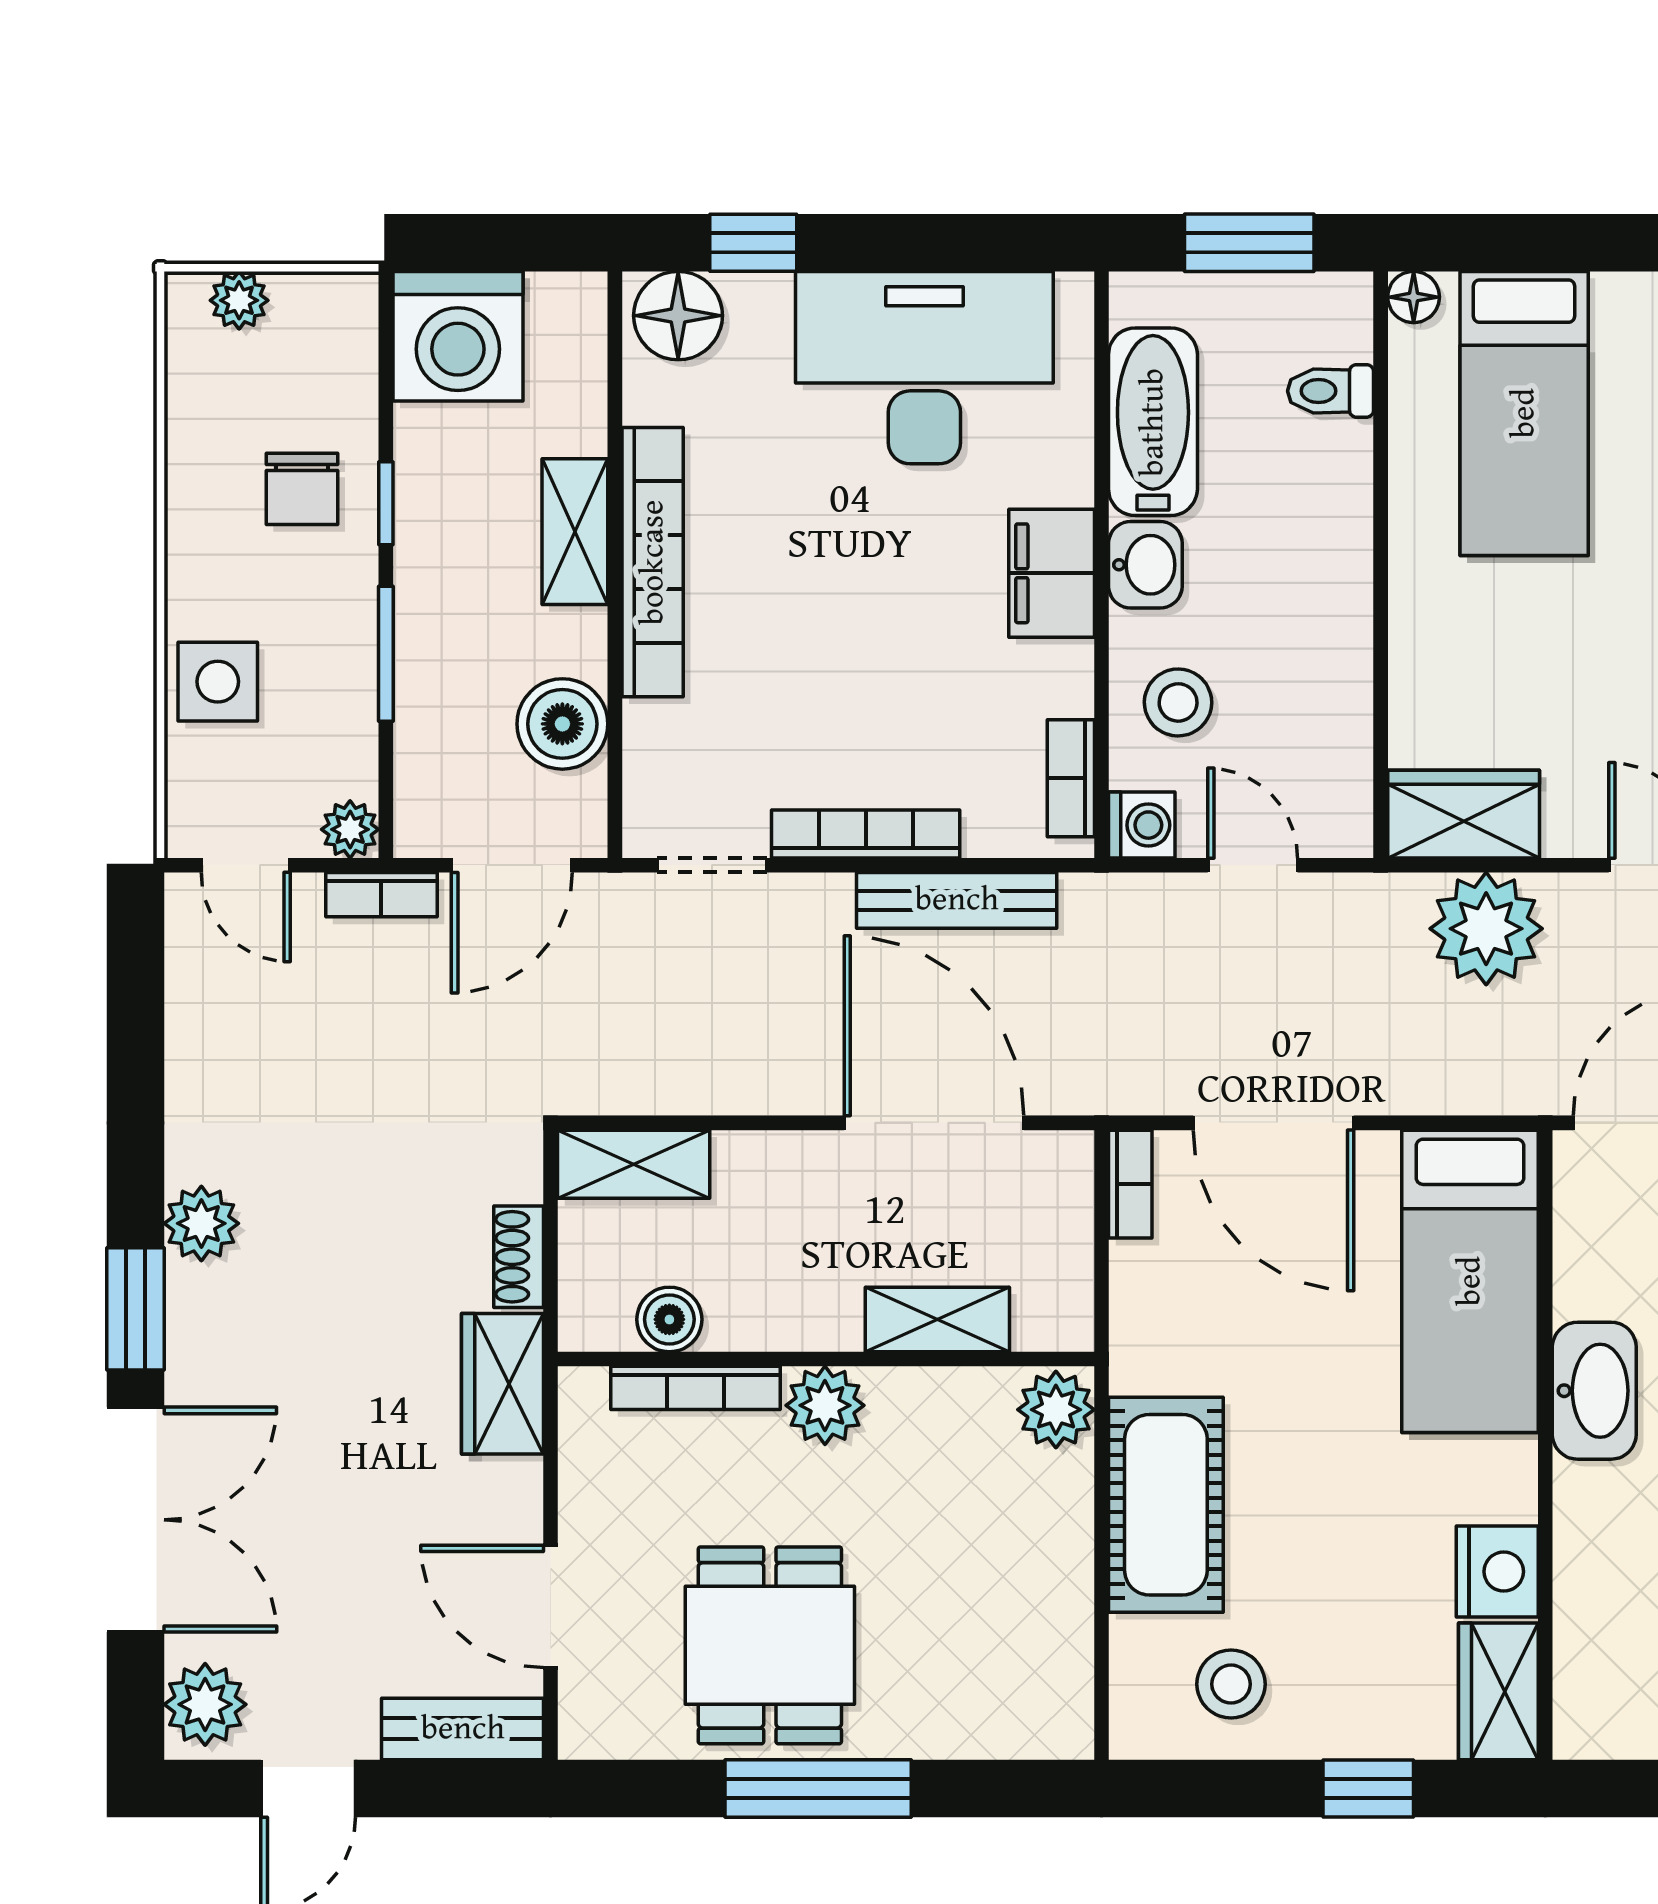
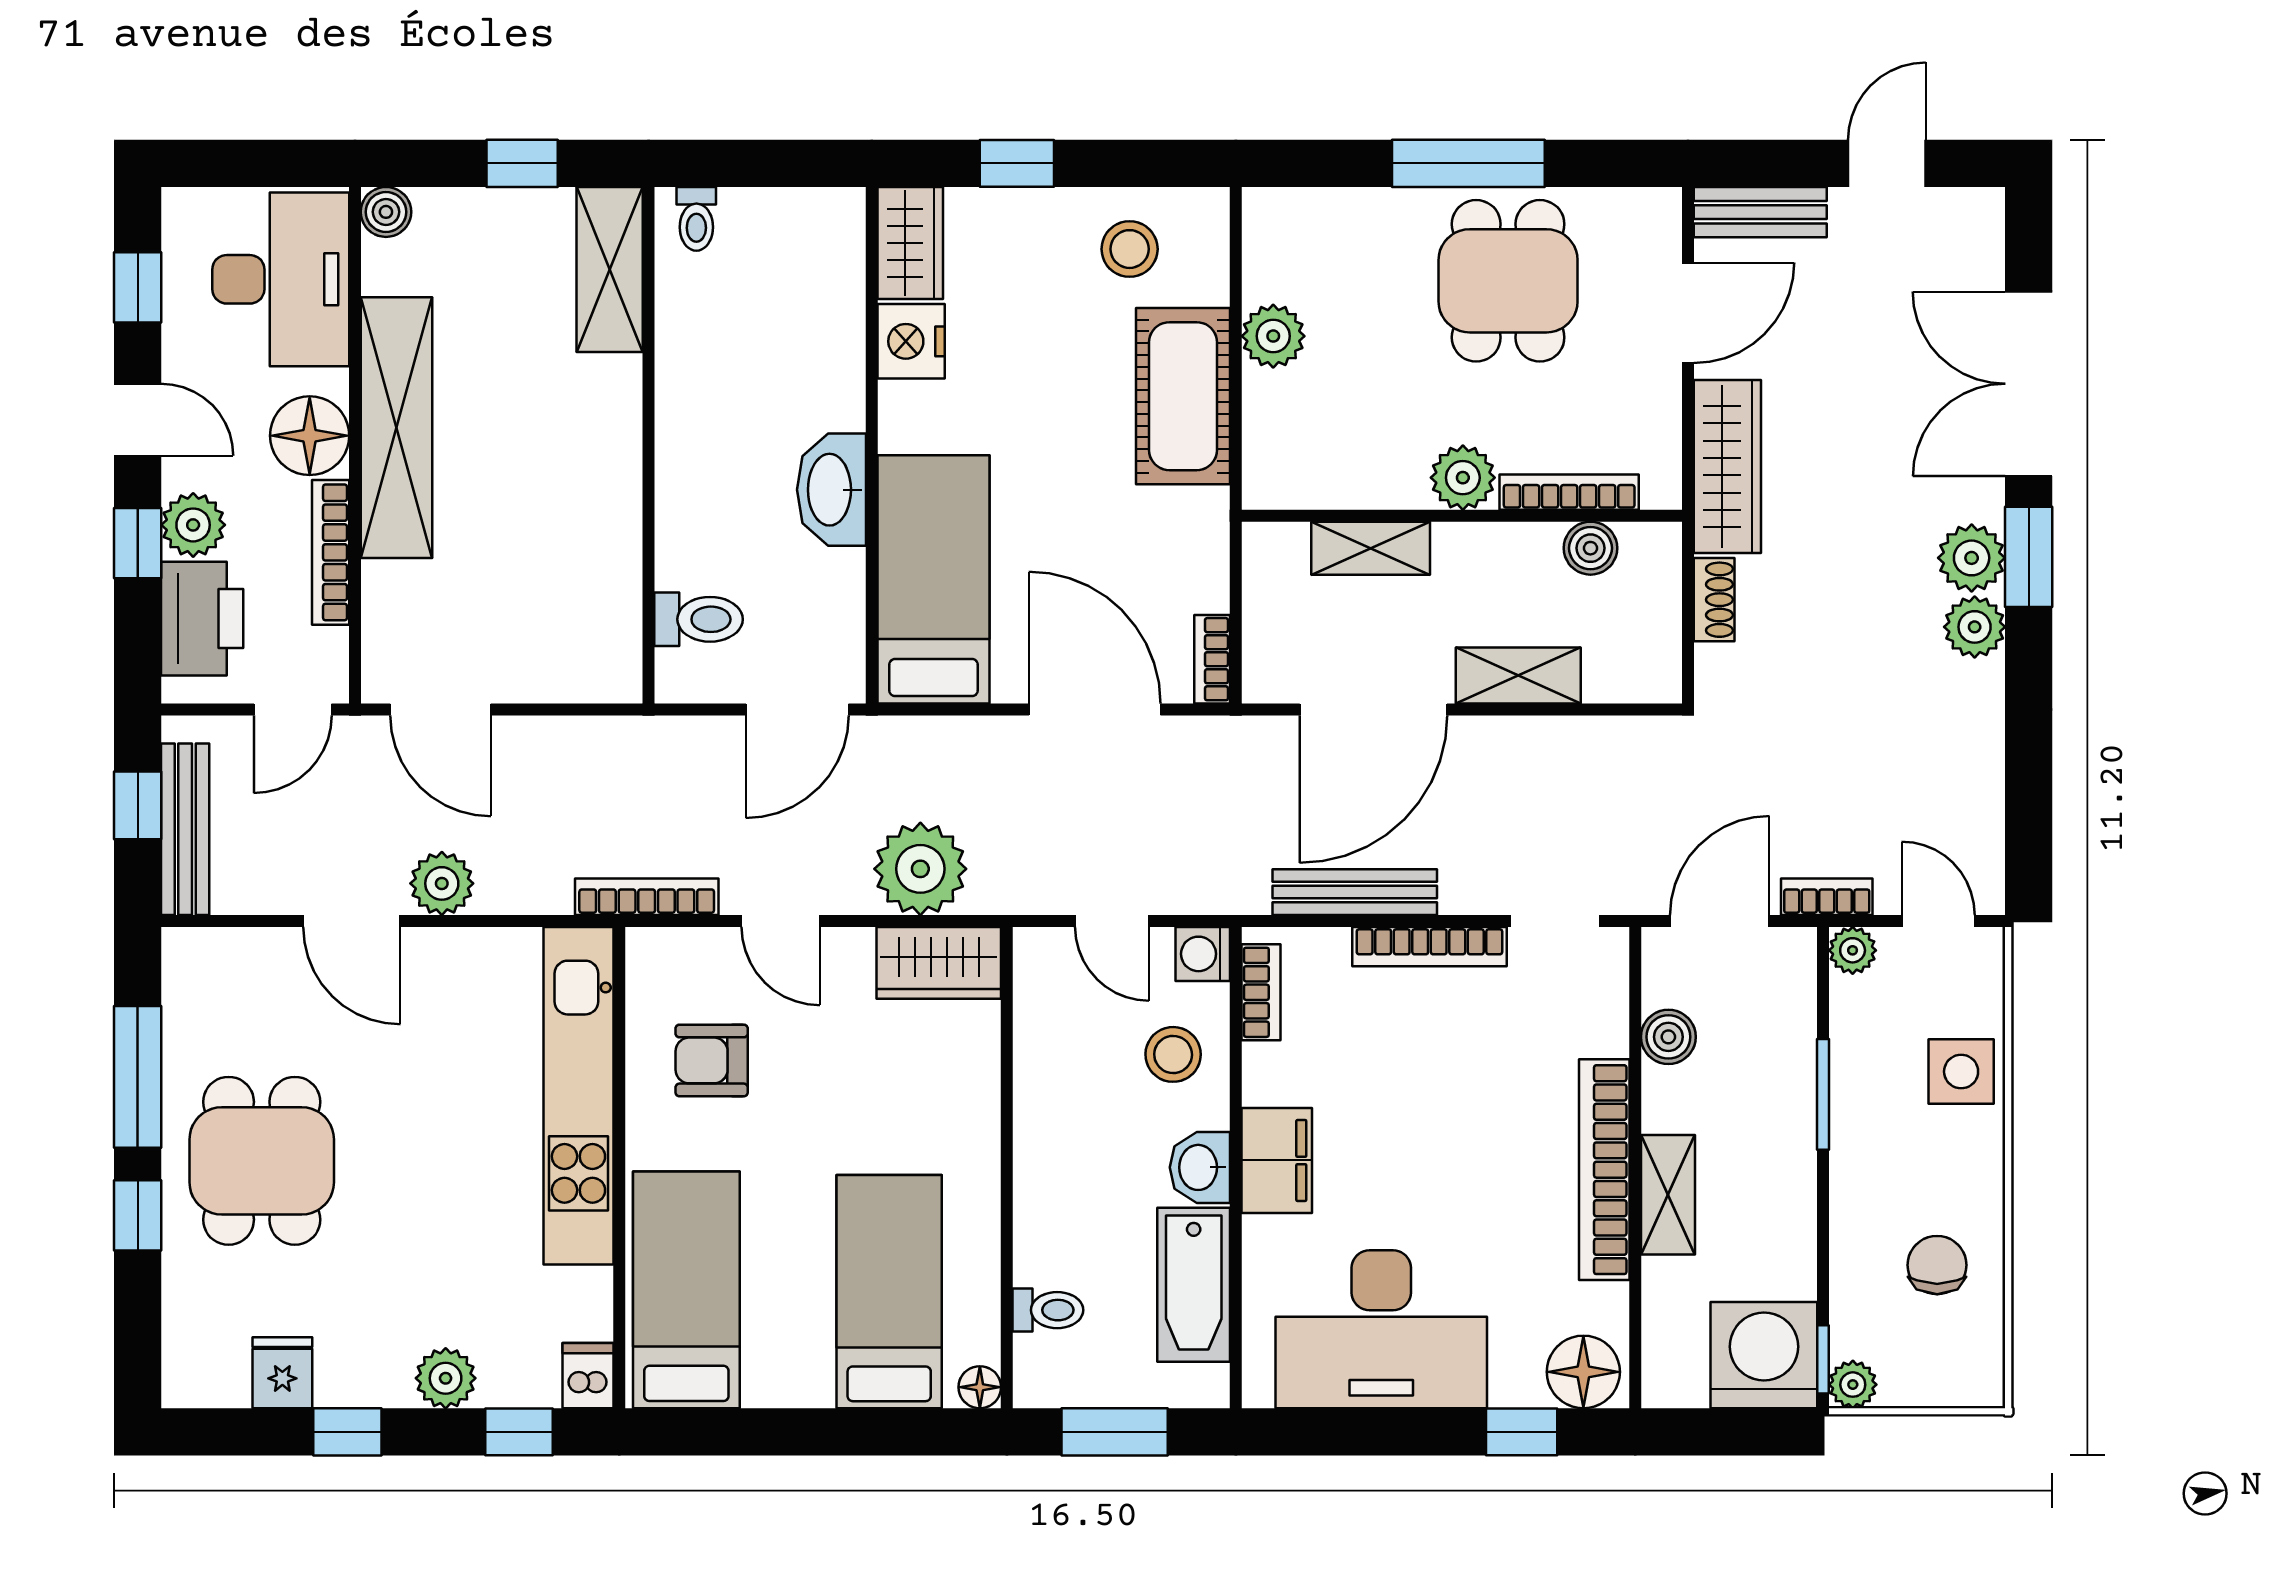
plant: (239, 300) -> (1853, 1385), moved
chair: (302, 489) -> (1937, 1265), moved
window: (386, 503) -> (1823, 1359), moved
boiler: (562, 724) -> (1668, 1037), width x0.73, depth x0.73
door: (934, 1123) -> (1373, 709), hinge flipped
shelving: (634, 1164) -> (1518, 676), moved
wardrobe: (502, 1384) -> (1727, 467), width x1.50
plant: (1056, 1410) -> (1273, 336), moved
door: (550, 1606) -> (1688, 313), hinge flipped
plant: (205, 1704) -> (1972, 558), moved

